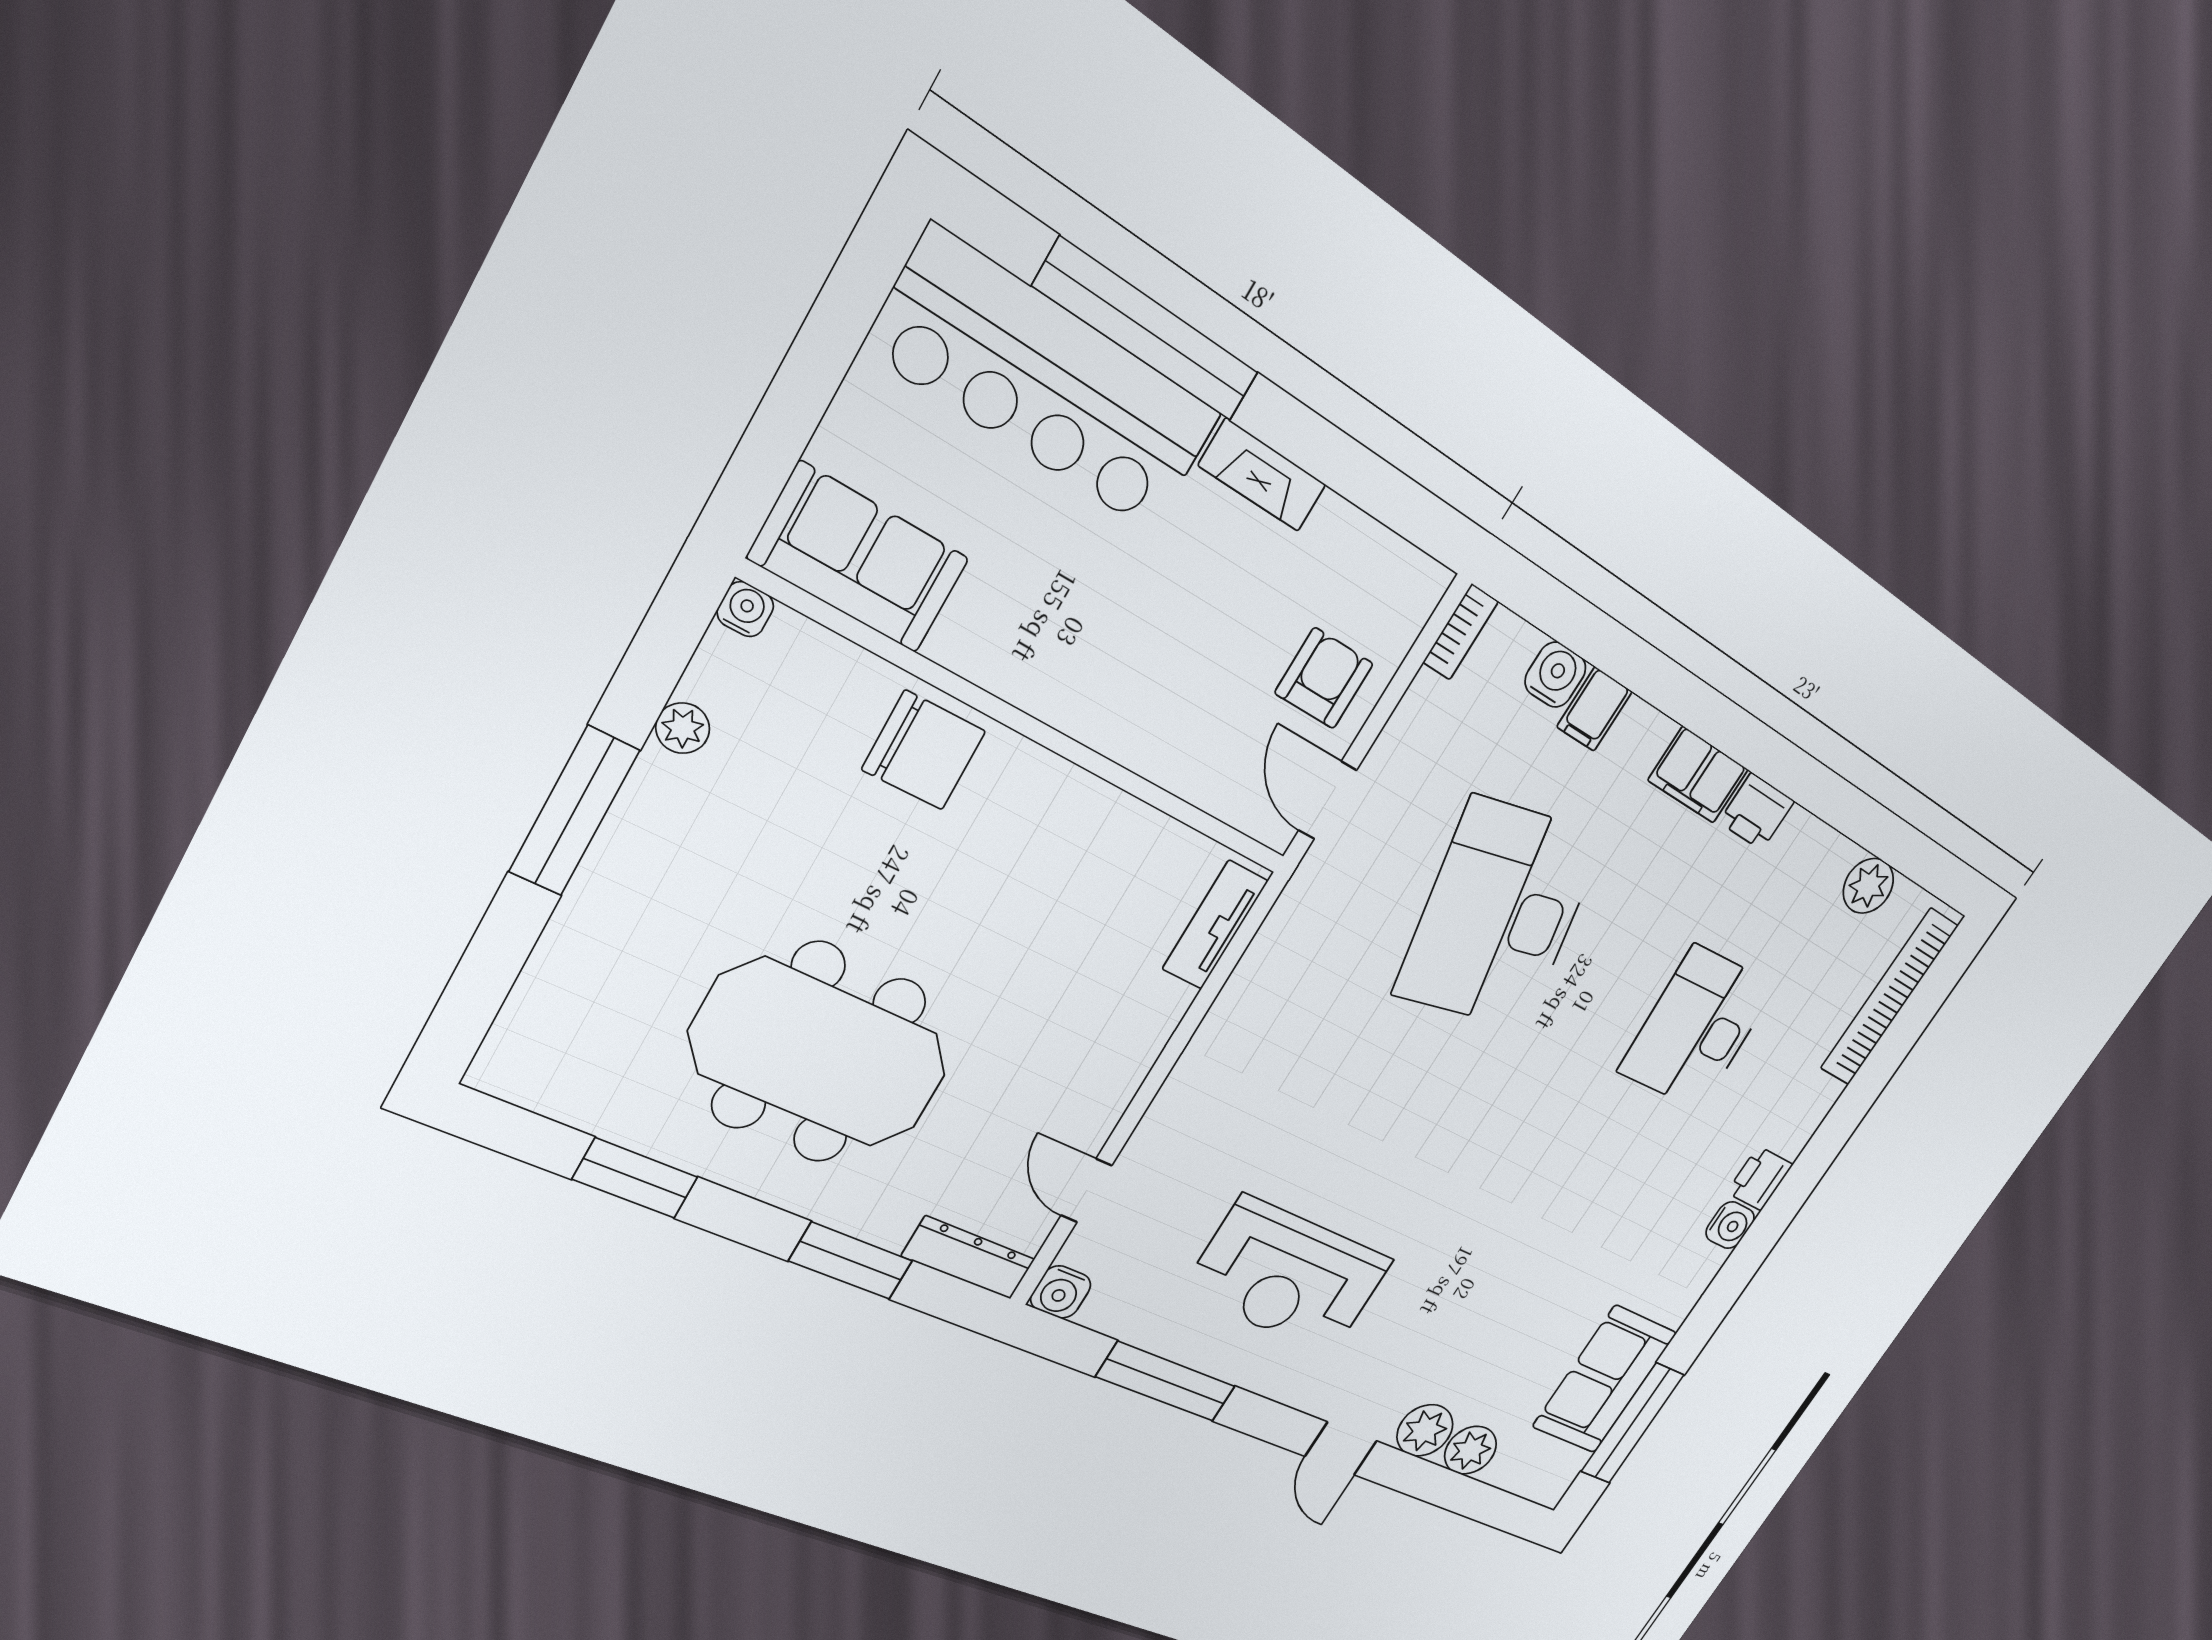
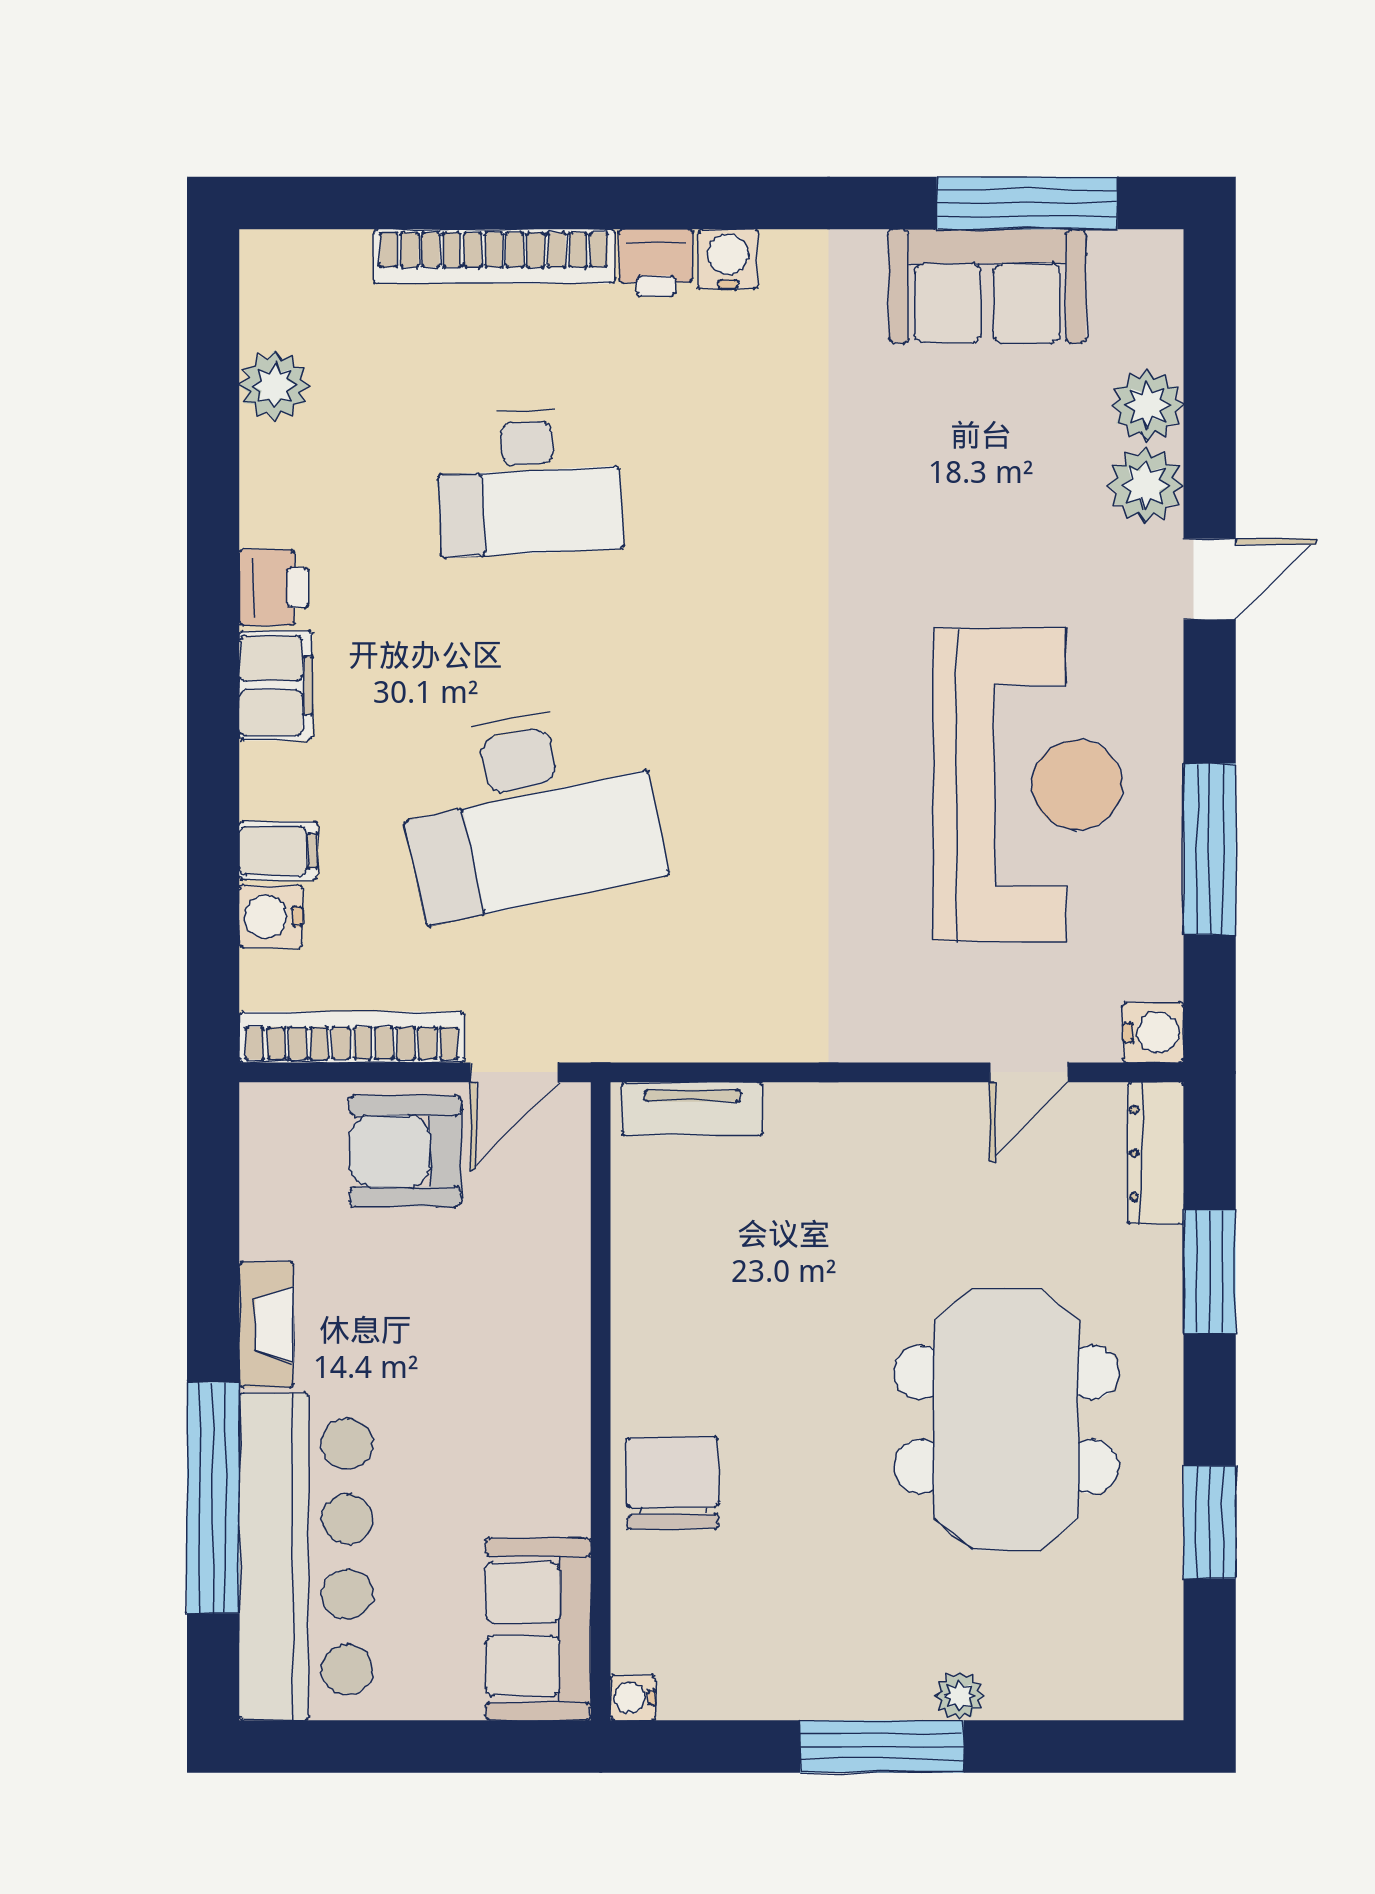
bookcase: (1461, 632) -> (352, 1037), width x2.31, depth x1.31
armchair: (1324, 678) -> (405, 1151), width x1.38, depth x1.38
plant: (683, 728) -> (960, 1696), moved
bookcase: (1889, 997) -> (494, 256), moved
reception desk: (1288, 1276) -> (1028, 785), width x1.36, depth x1.30

